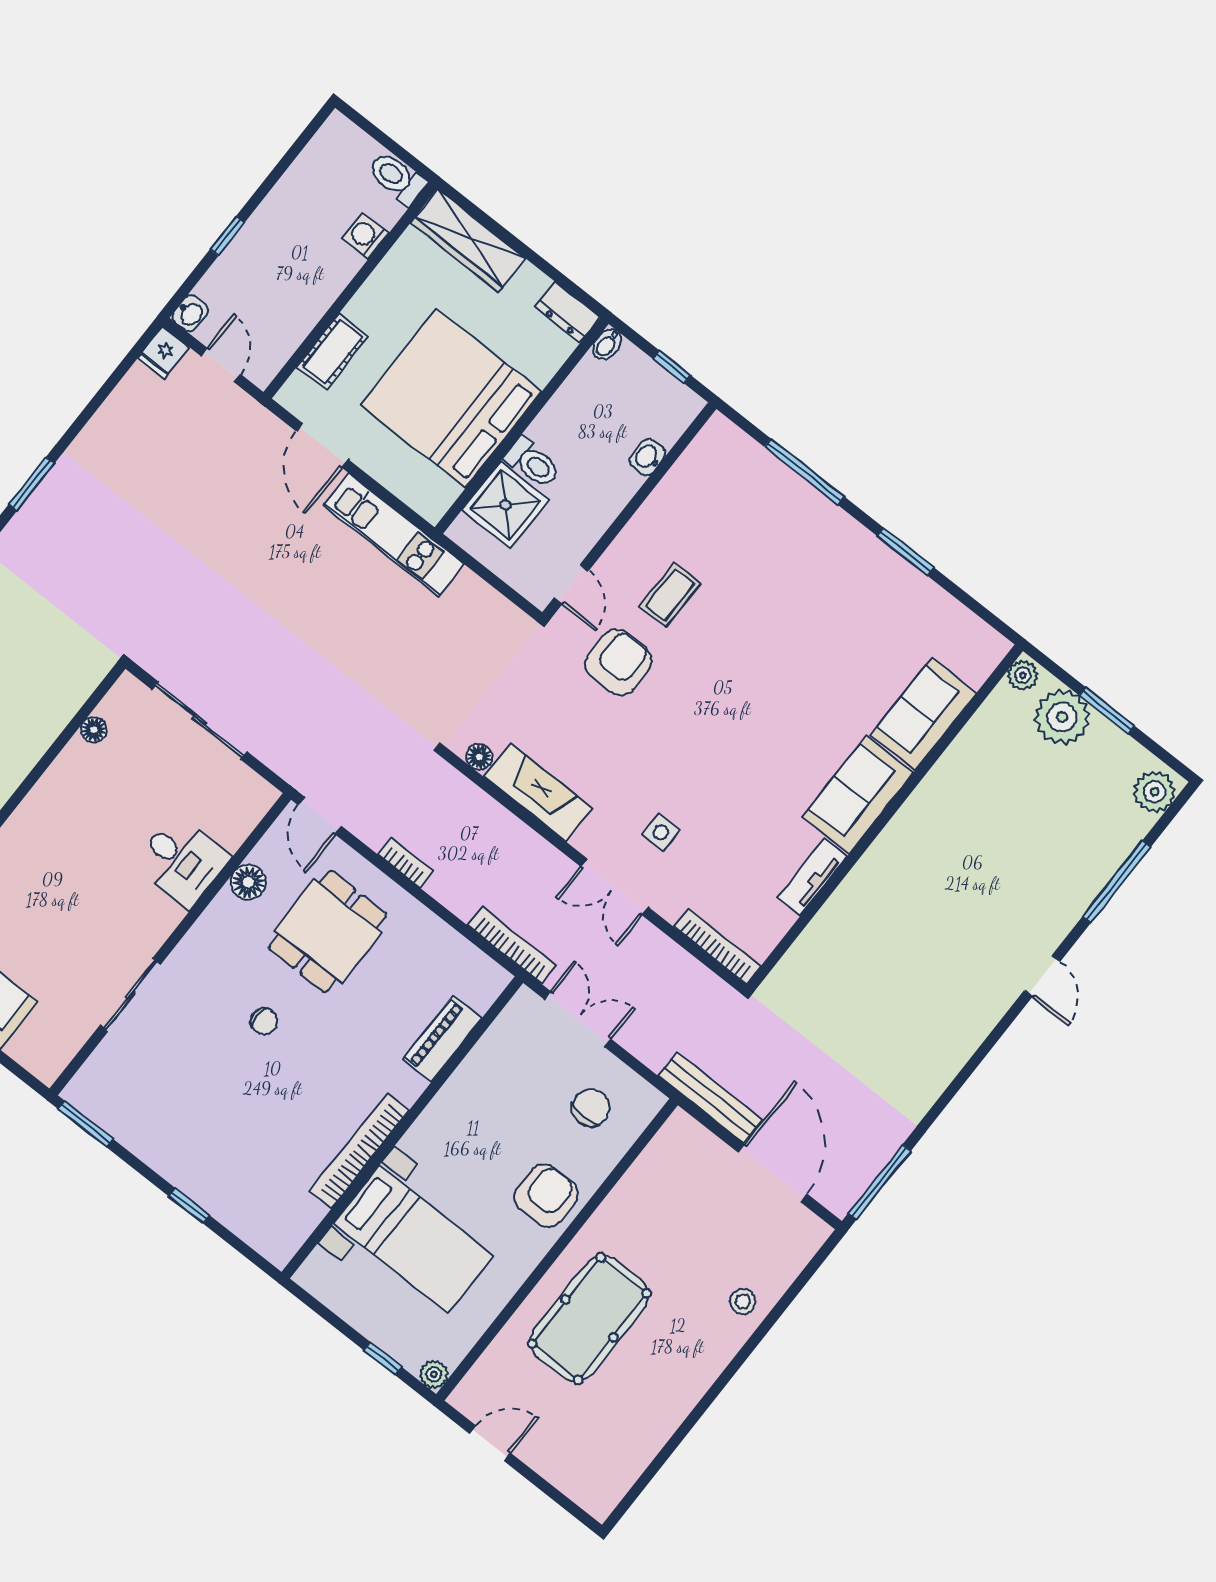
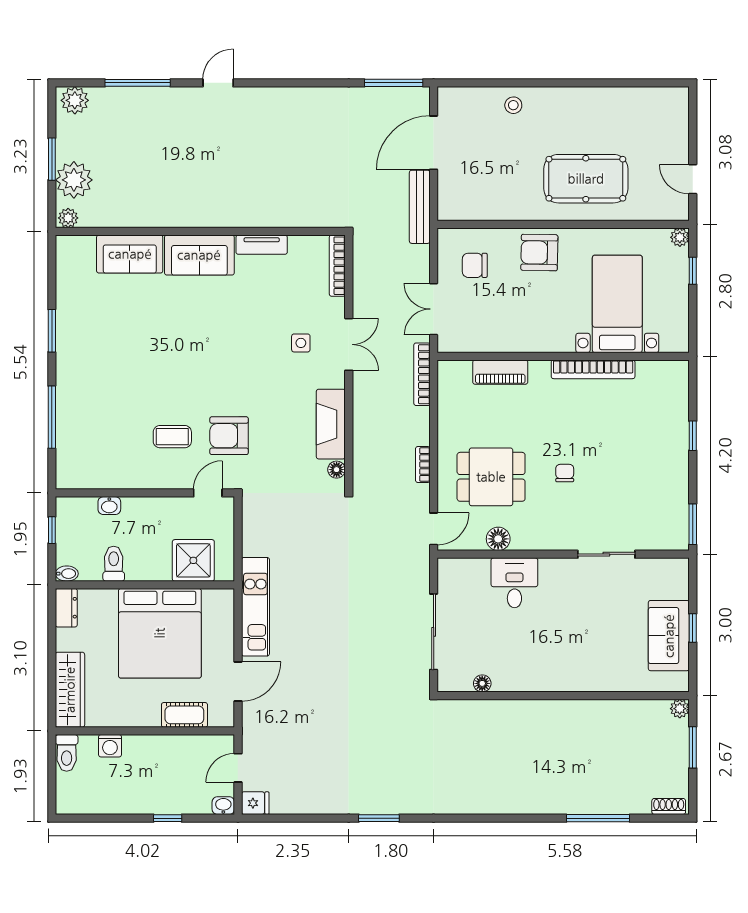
toilet: (533, 463) -> (114, 564), moved

